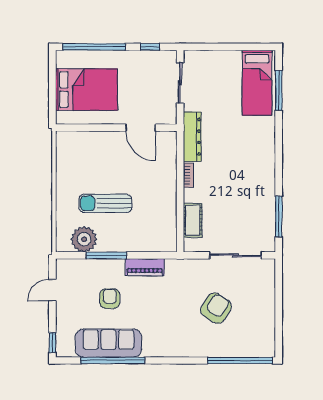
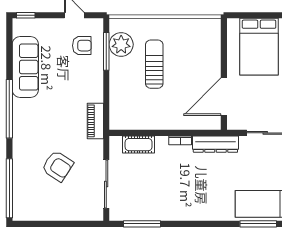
door: (141, 128) -> (224, 97), width x1.36
window: (106, 255) -> (106, 51), moved
piano: (145, 267) -> (95, 121), moved
armchair: (110, 299) -> (82, 46), moved
window: (113, 361) -> (9, 109), moved

